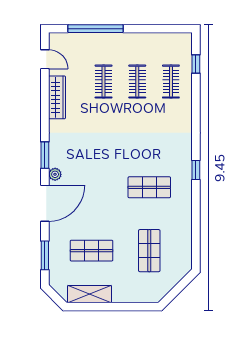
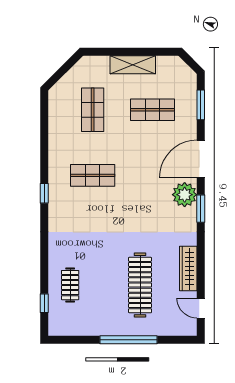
window: (95, 29) -> (129, 340), moved
clothes rail: (104, 82) -> (140, 285), width x1.86, depth x1.31
clothes rail: (137, 82) -> (105, 285), removed
plant: (55, 174) -> (185, 195), width x1.88, depth x1.88
shelving: (90, 294) -> (133, 65), moved

